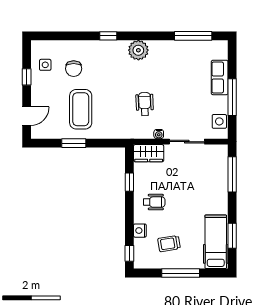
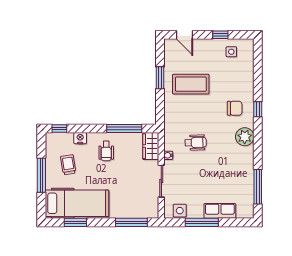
chair: (74, 69) -> (235, 108), moved, turned 180
window: (129, 182) -> (124, 129), width x2.17
hospital bed: (216, 242) -> (77, 203), width x1.37, depth x1.29

